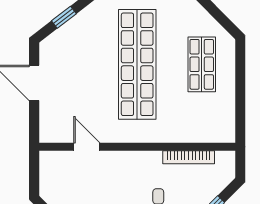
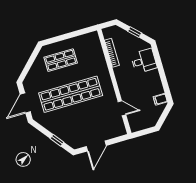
door: (87, 147) -> (122, 108), swing flipped

